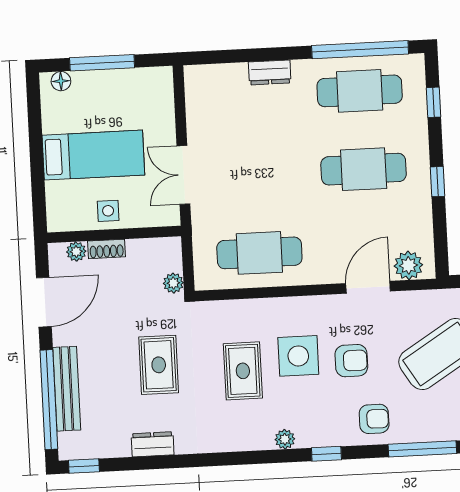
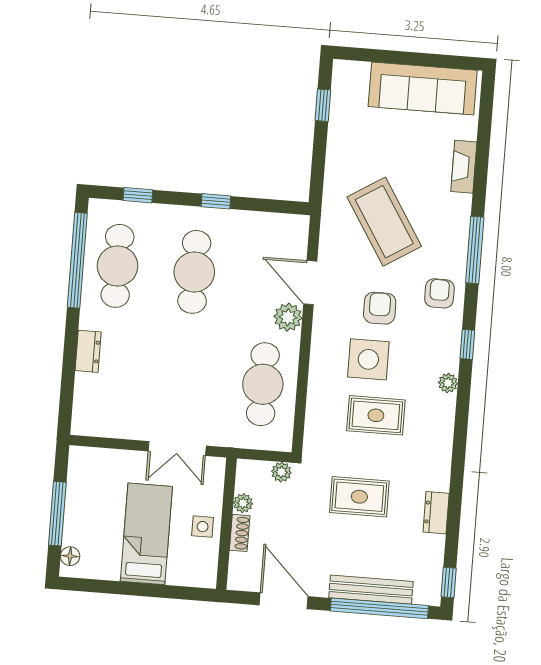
plant: (76, 252) -> (243, 503), moved
plant: (408, 265) -> (288, 317), moved

